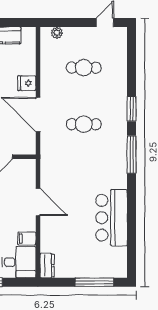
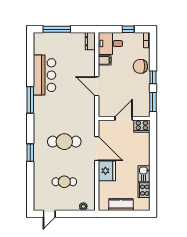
fridge: (27, 83) -> (107, 171), width x1.88, depth x1.34
cafe table: (84, 124) -> (64, 142), width x1.37, depth x1.35
window: (132, 155) -> (30, 100), moved

